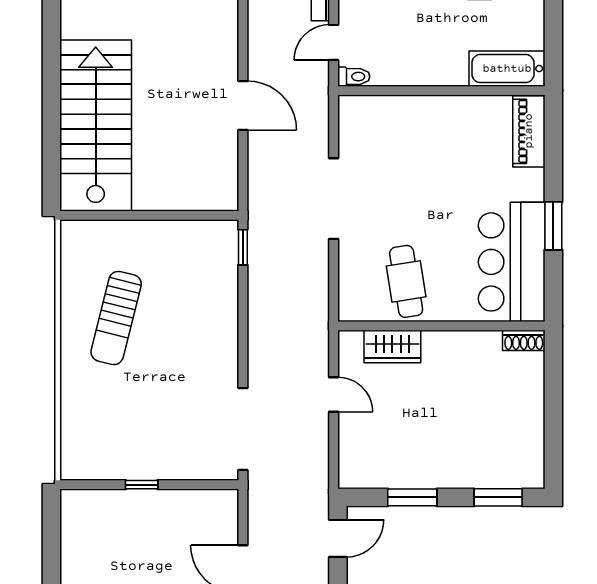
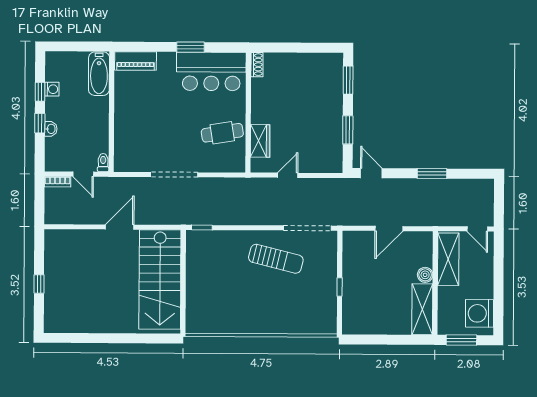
stairs: (96, 125) -> (160, 279), moved, turned -90
sun lounger: (116, 318) -> (276, 259), moved

